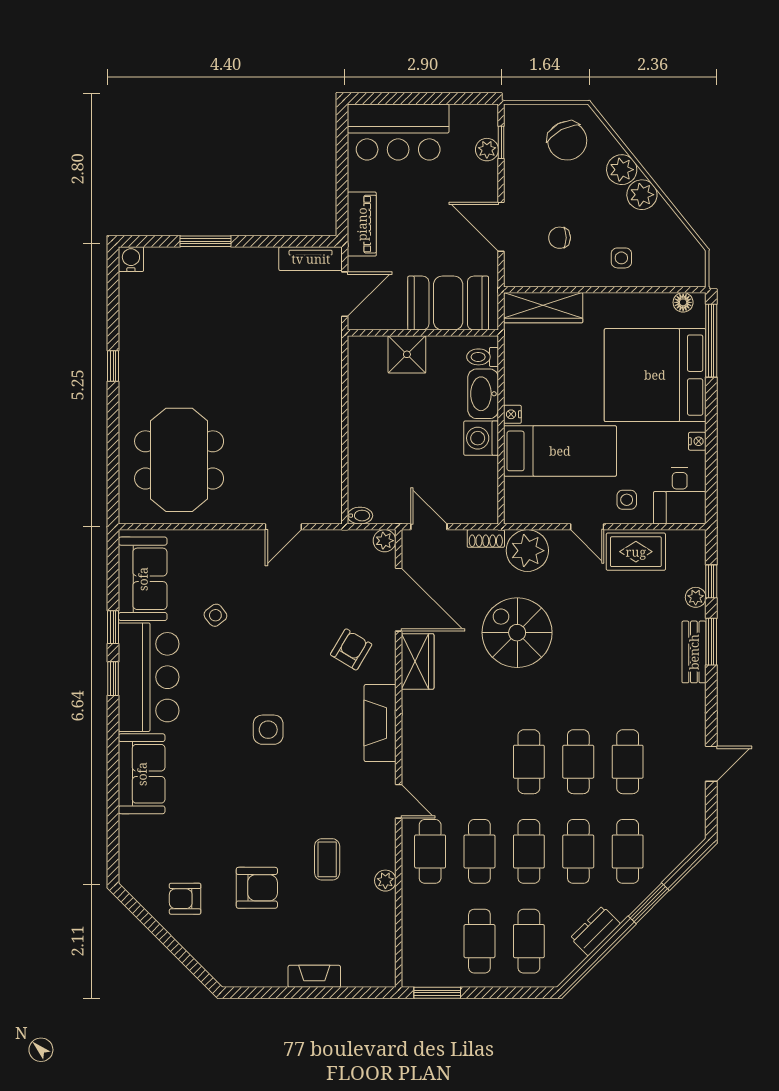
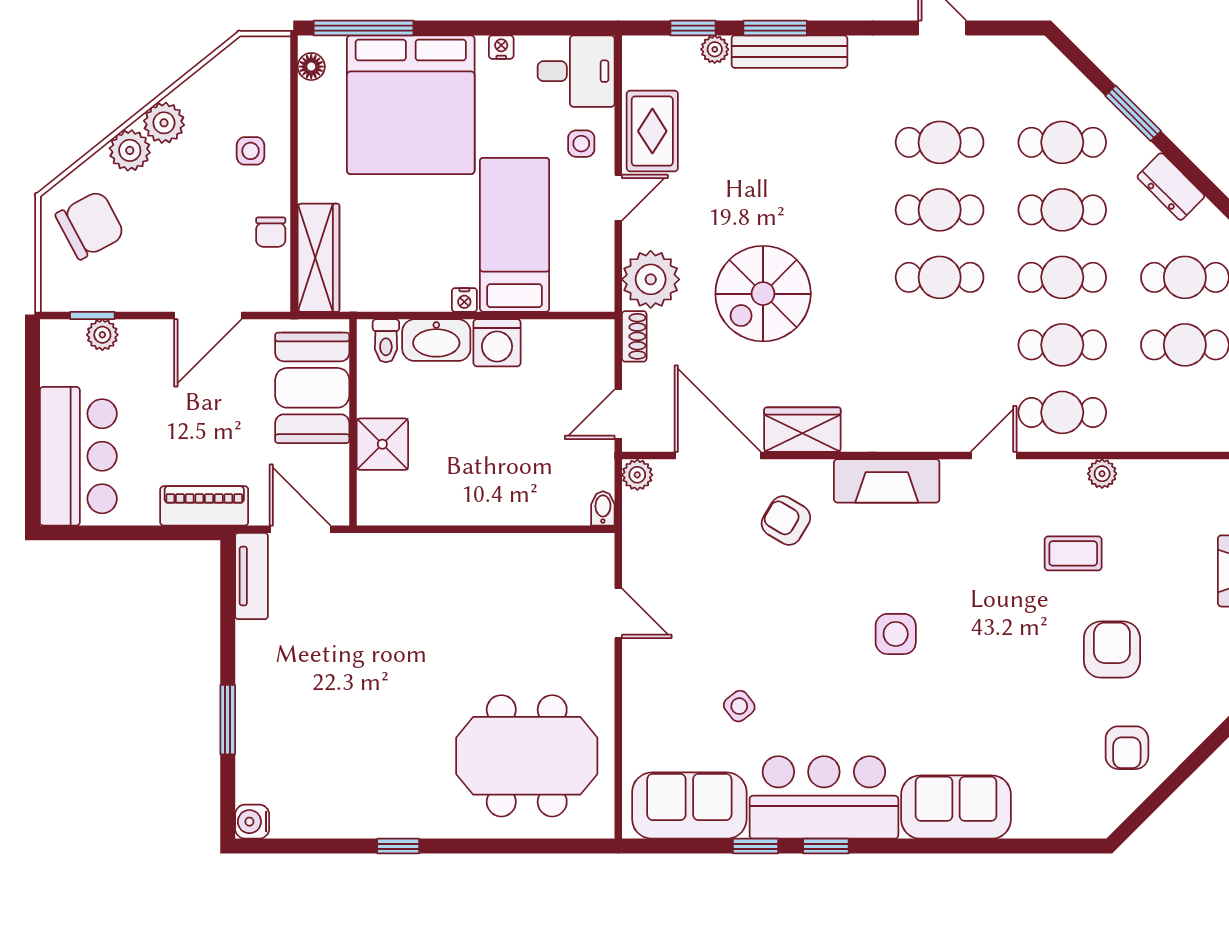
chair: (560, 238) -> (271, 232), moved
door: (399, 600) -> (718, 455), hinge flipped
bench: (694, 652) -> (789, 52), width x1.36

